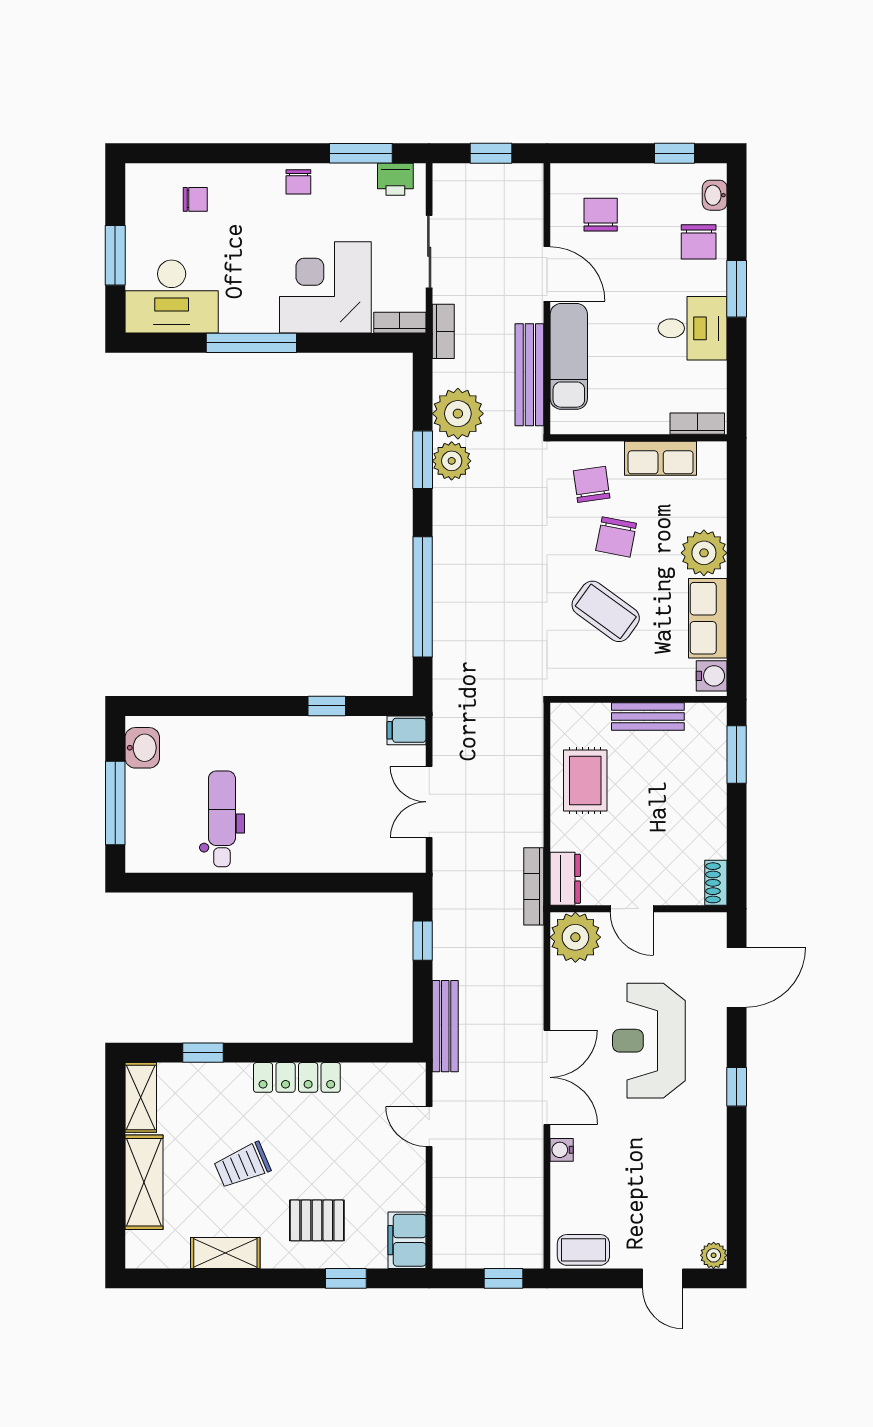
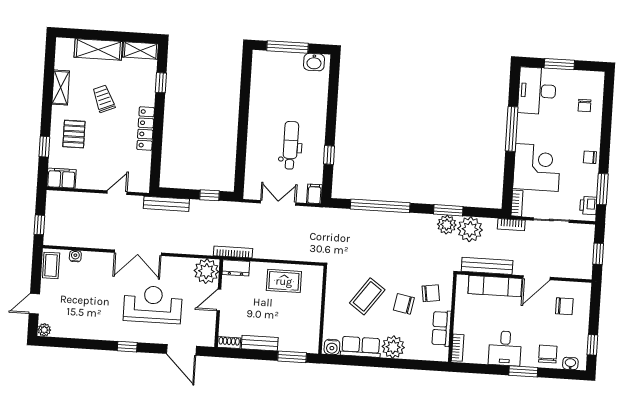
chair: (699, 242) -> (548, 354), turned 90
bench: (648, 717) -> (260, 343), moved, turned 90
dental chair: (222, 819) -> (291, 145), moved, turned -90
water cooler: (562, 1150) -> (75, 256), moved

